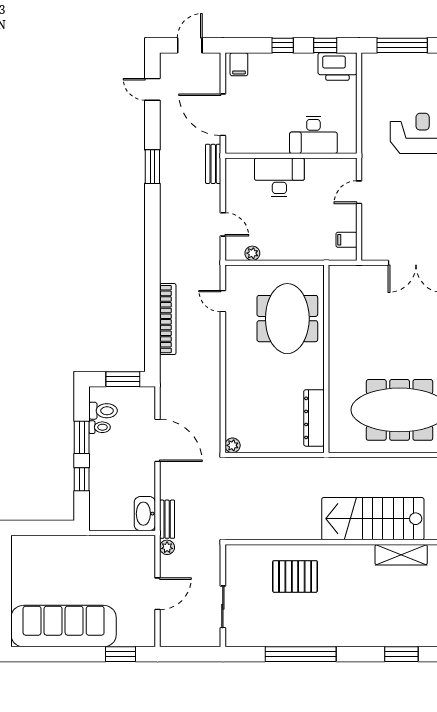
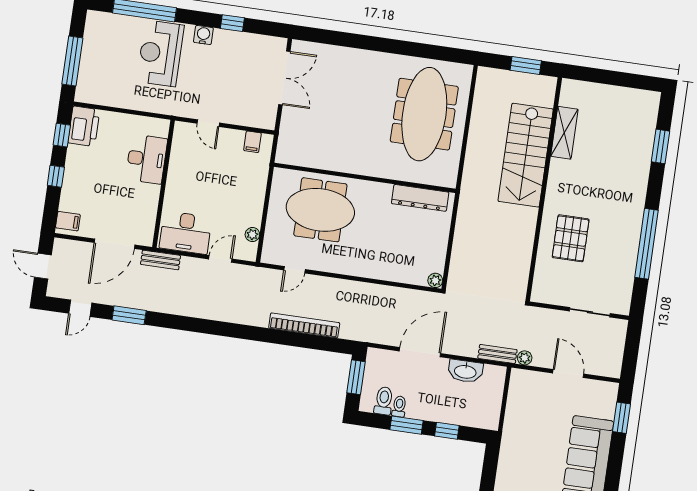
window: (152, 167) -> (129, 315), moved
desk: (279, 177) -> (186, 233), moved, turned -90
washbasin: (145, 514) -> (465, 371), moved

